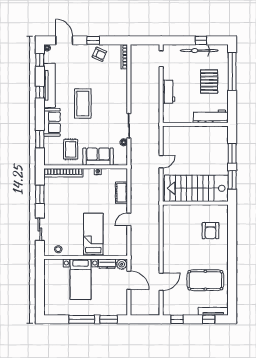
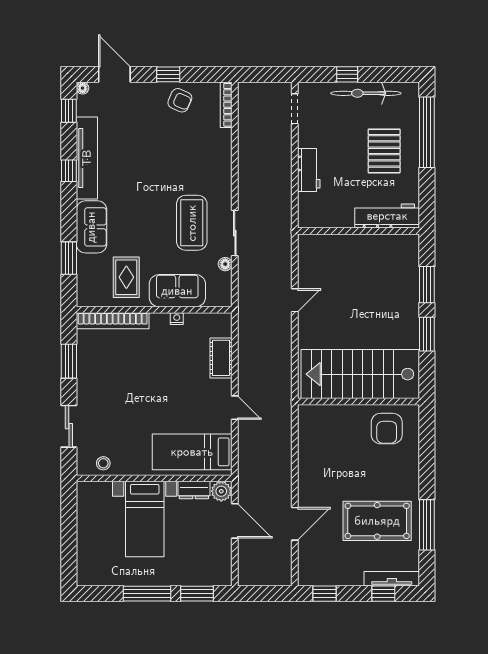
window: (201, 40) -> (347, 74), moved
coffee table: (83, 104) -> (192, 223), moved
stairs: (196, 188) -> (360, 374), moved
wall: (195, 203) -> (359, 402), moved
door: (129, 219) -> (235, 408), swing flipped
bed: (93, 235) -> (192, 452), moved, turned -90
window: (232, 282) -> (427, 525), added

